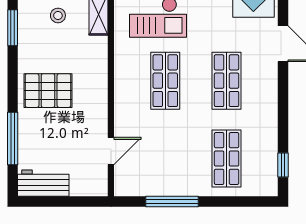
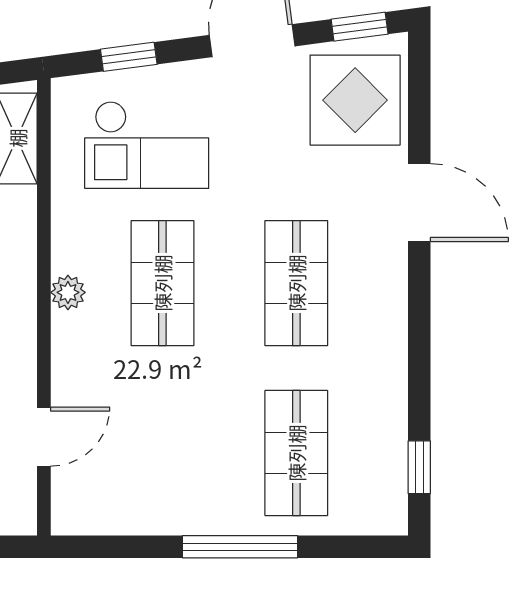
plant: (122, 85) -> (68, 292), added
window: (172, 201) -> (240, 547), moved

